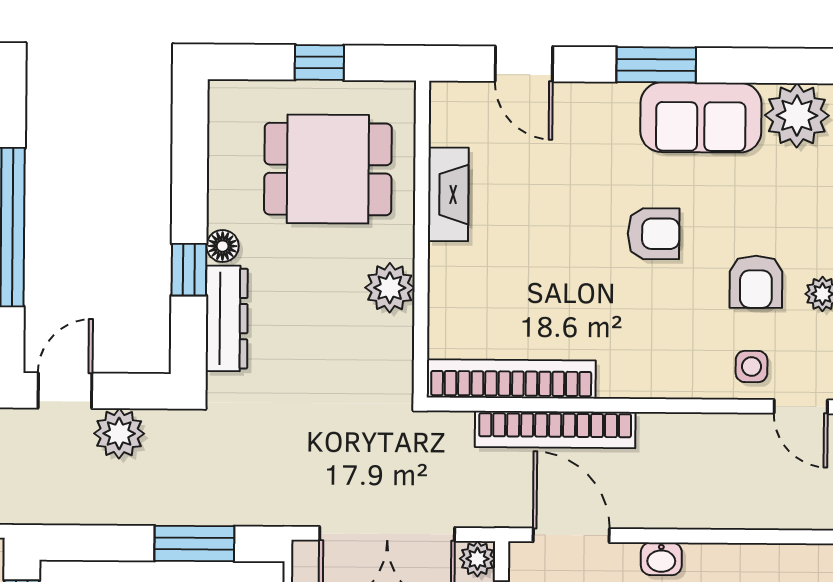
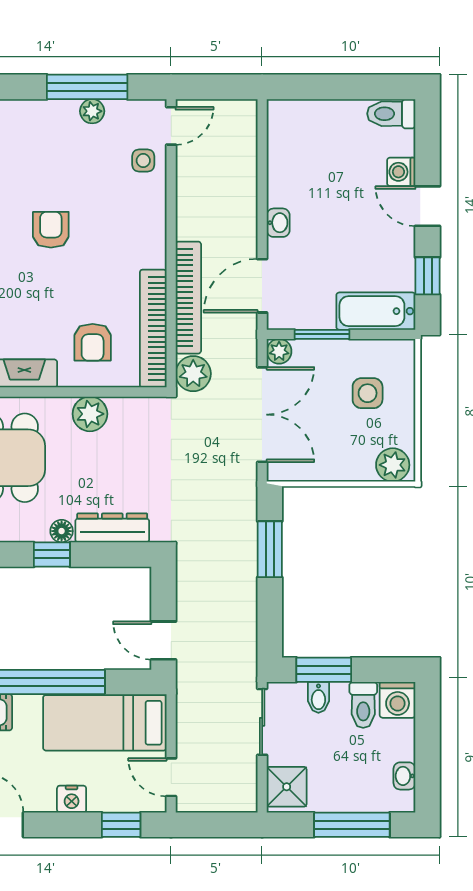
window: (189, 270) -> (52, 554), moved
armchair: (756, 282) -> (93, 342), moved, turned 90
plant: (119, 434) -> (193, 374), moved

